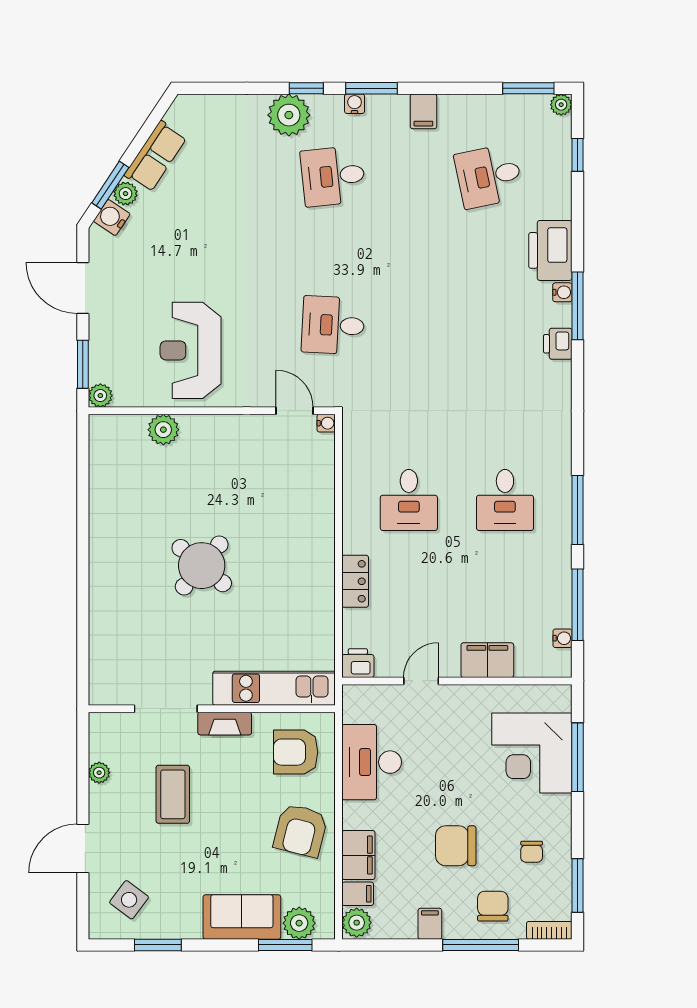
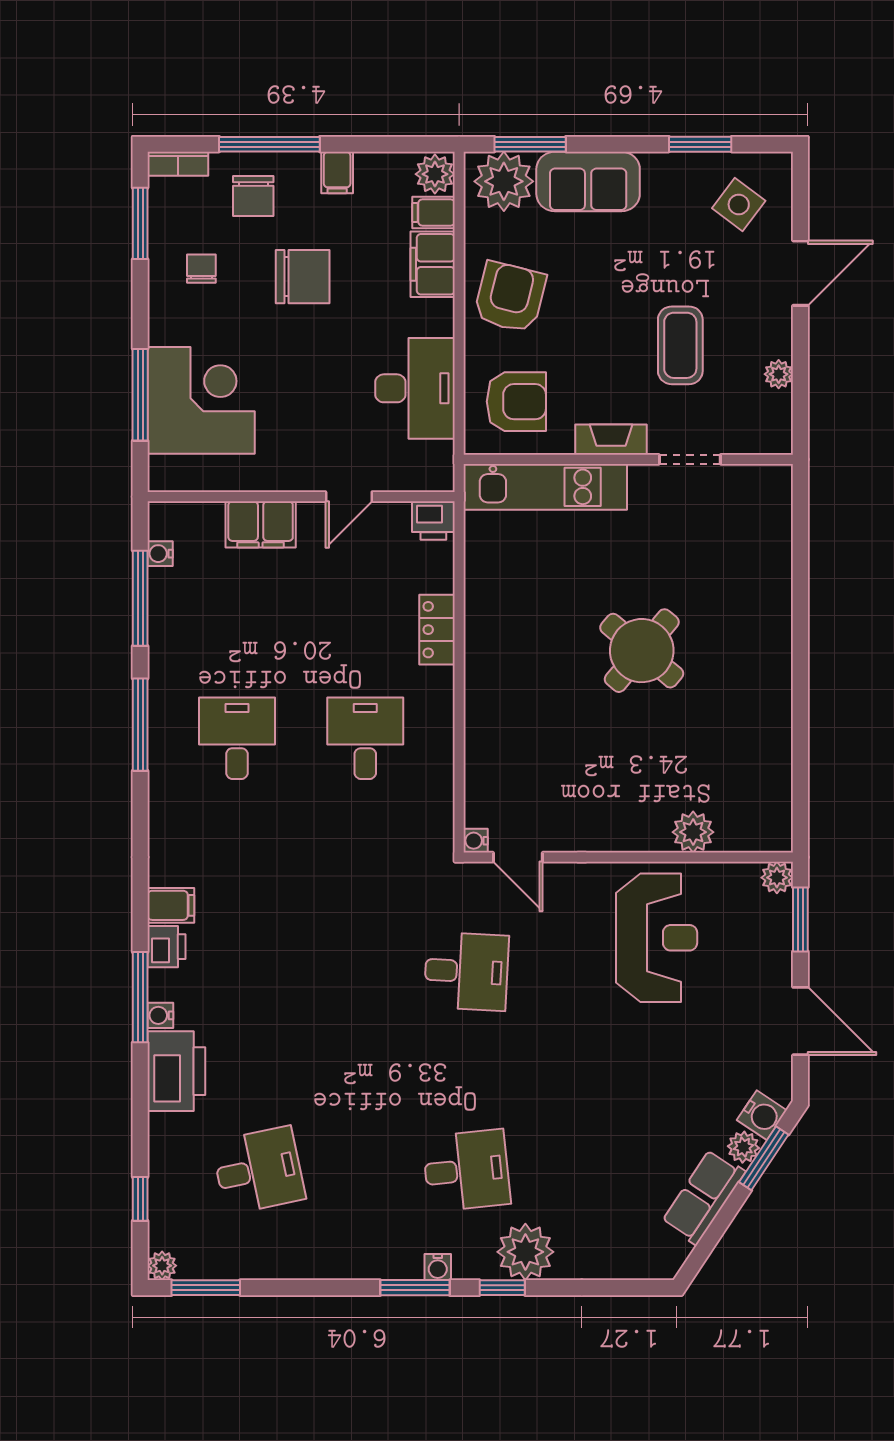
filing cabinet: (423, 111) -> (171, 905), moved, turned 90
doorway: (166, 709) -> (690, 459), width x0.73
plant: (299, 923) -> (504, 181), width x1.36, depth x1.36

